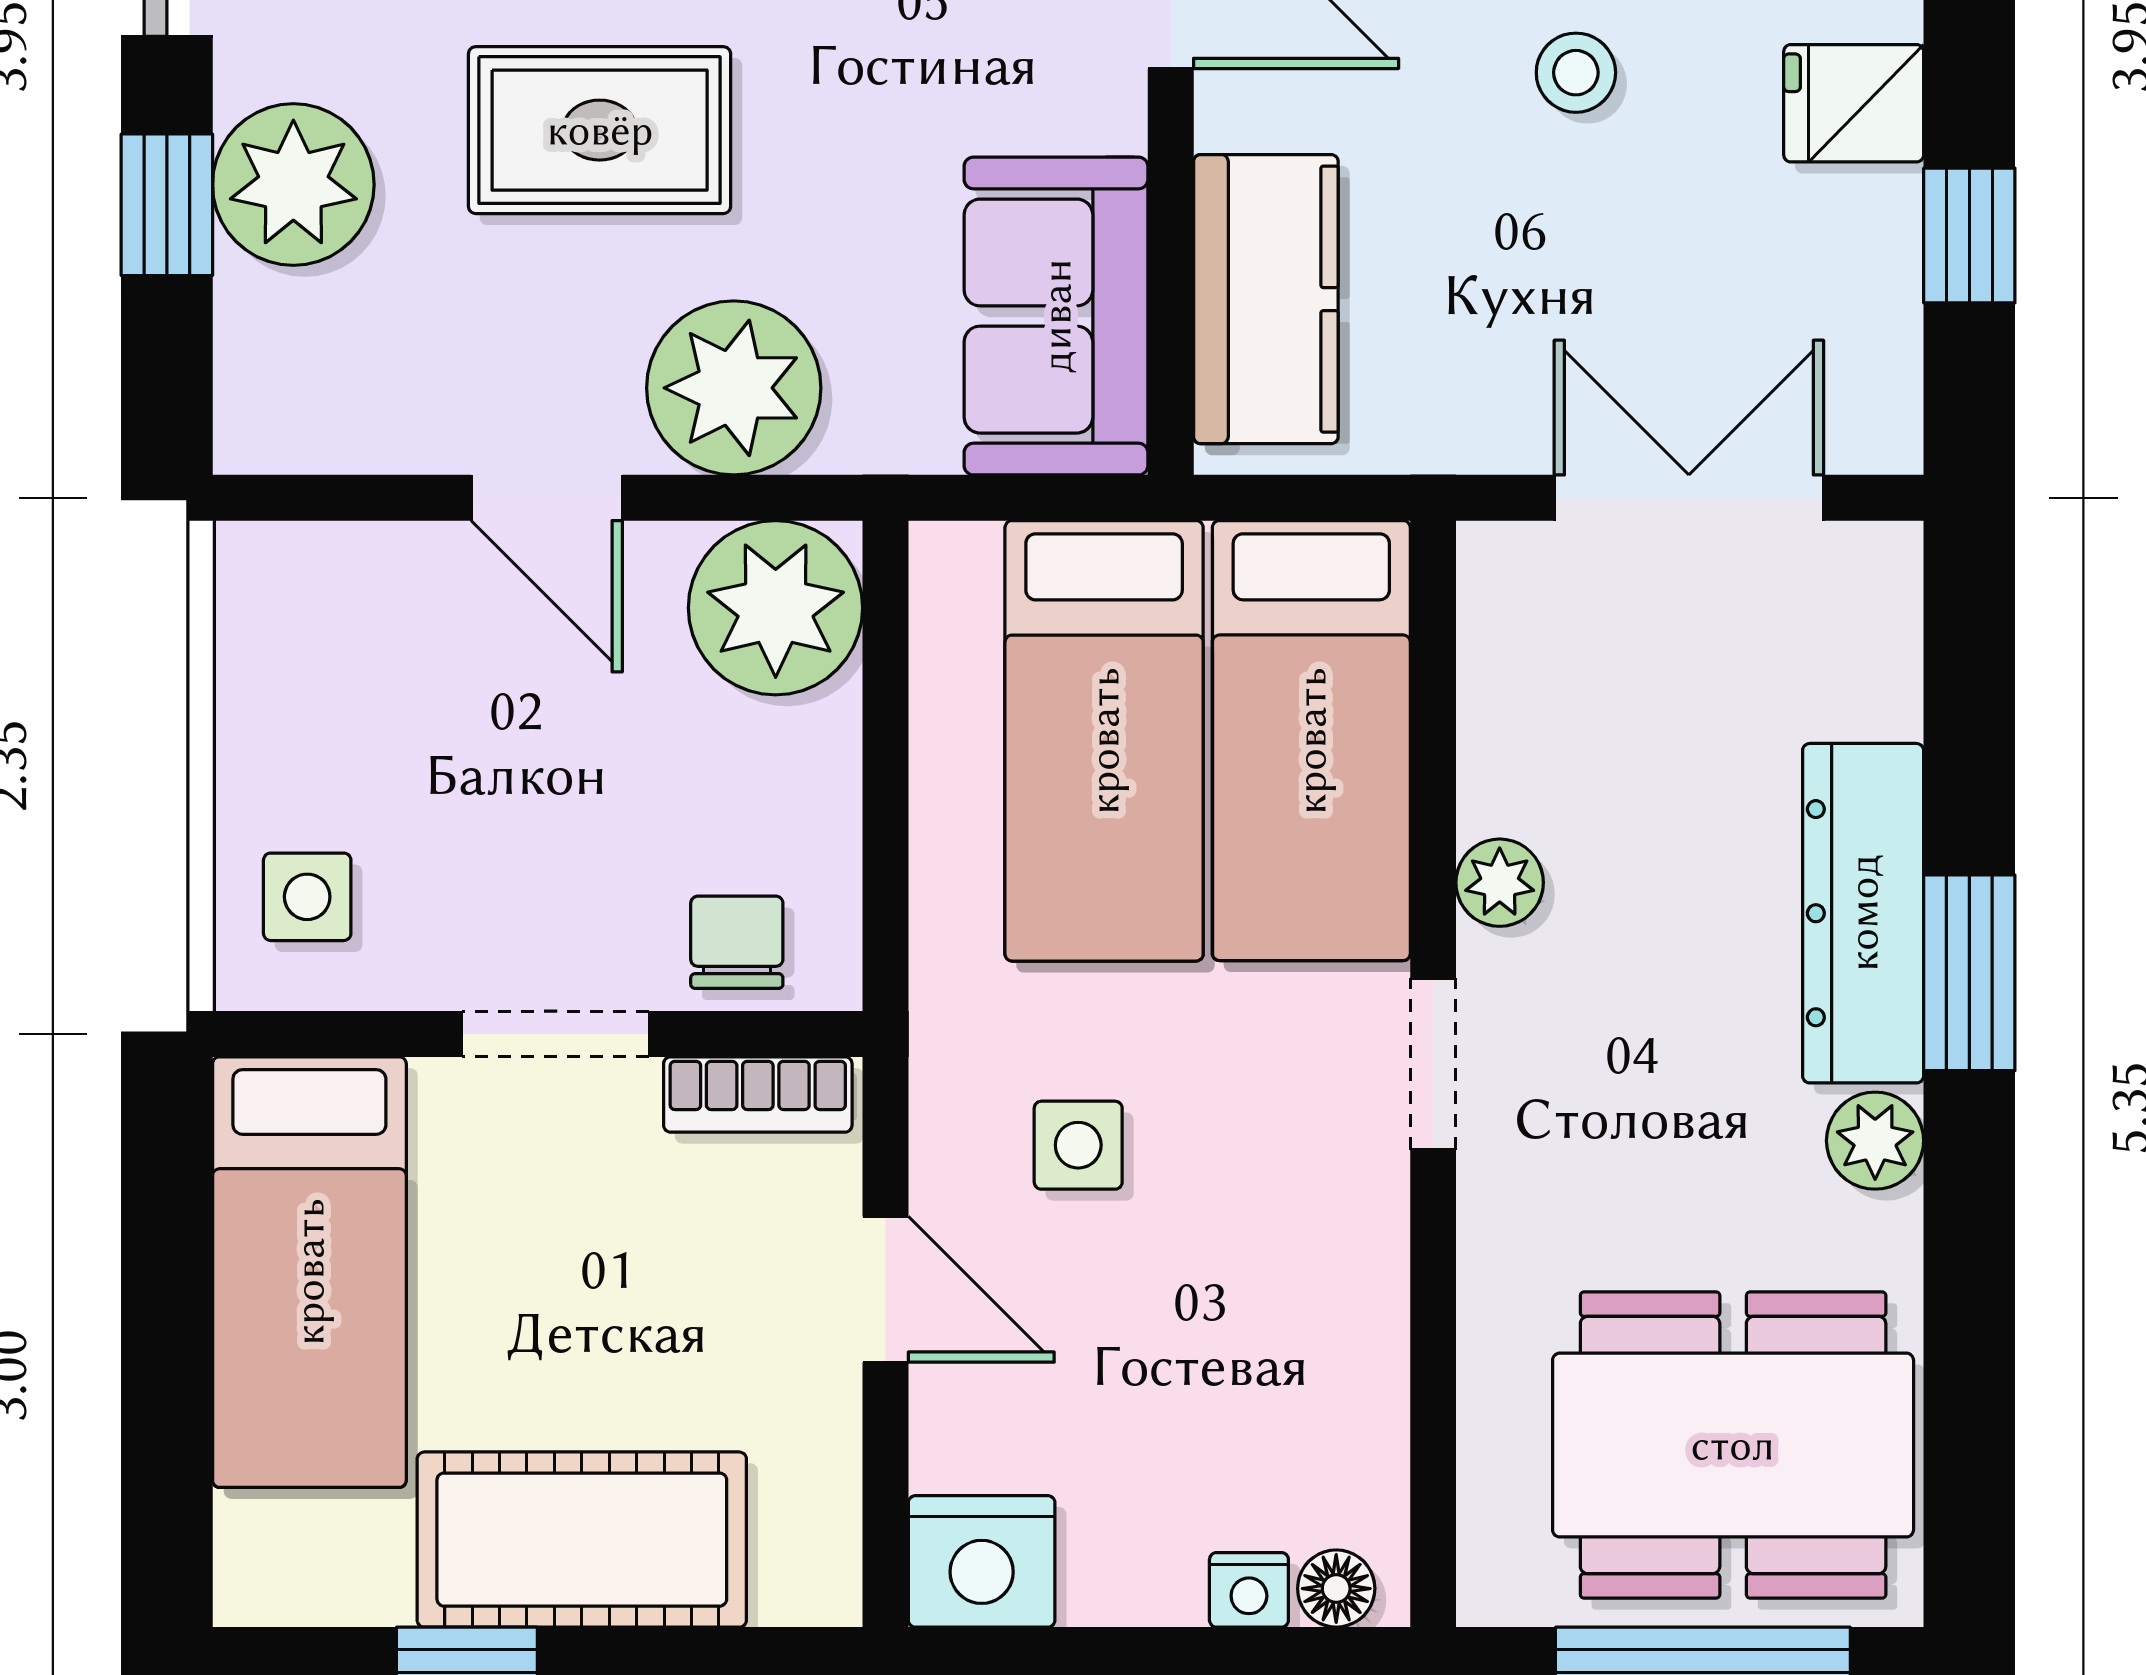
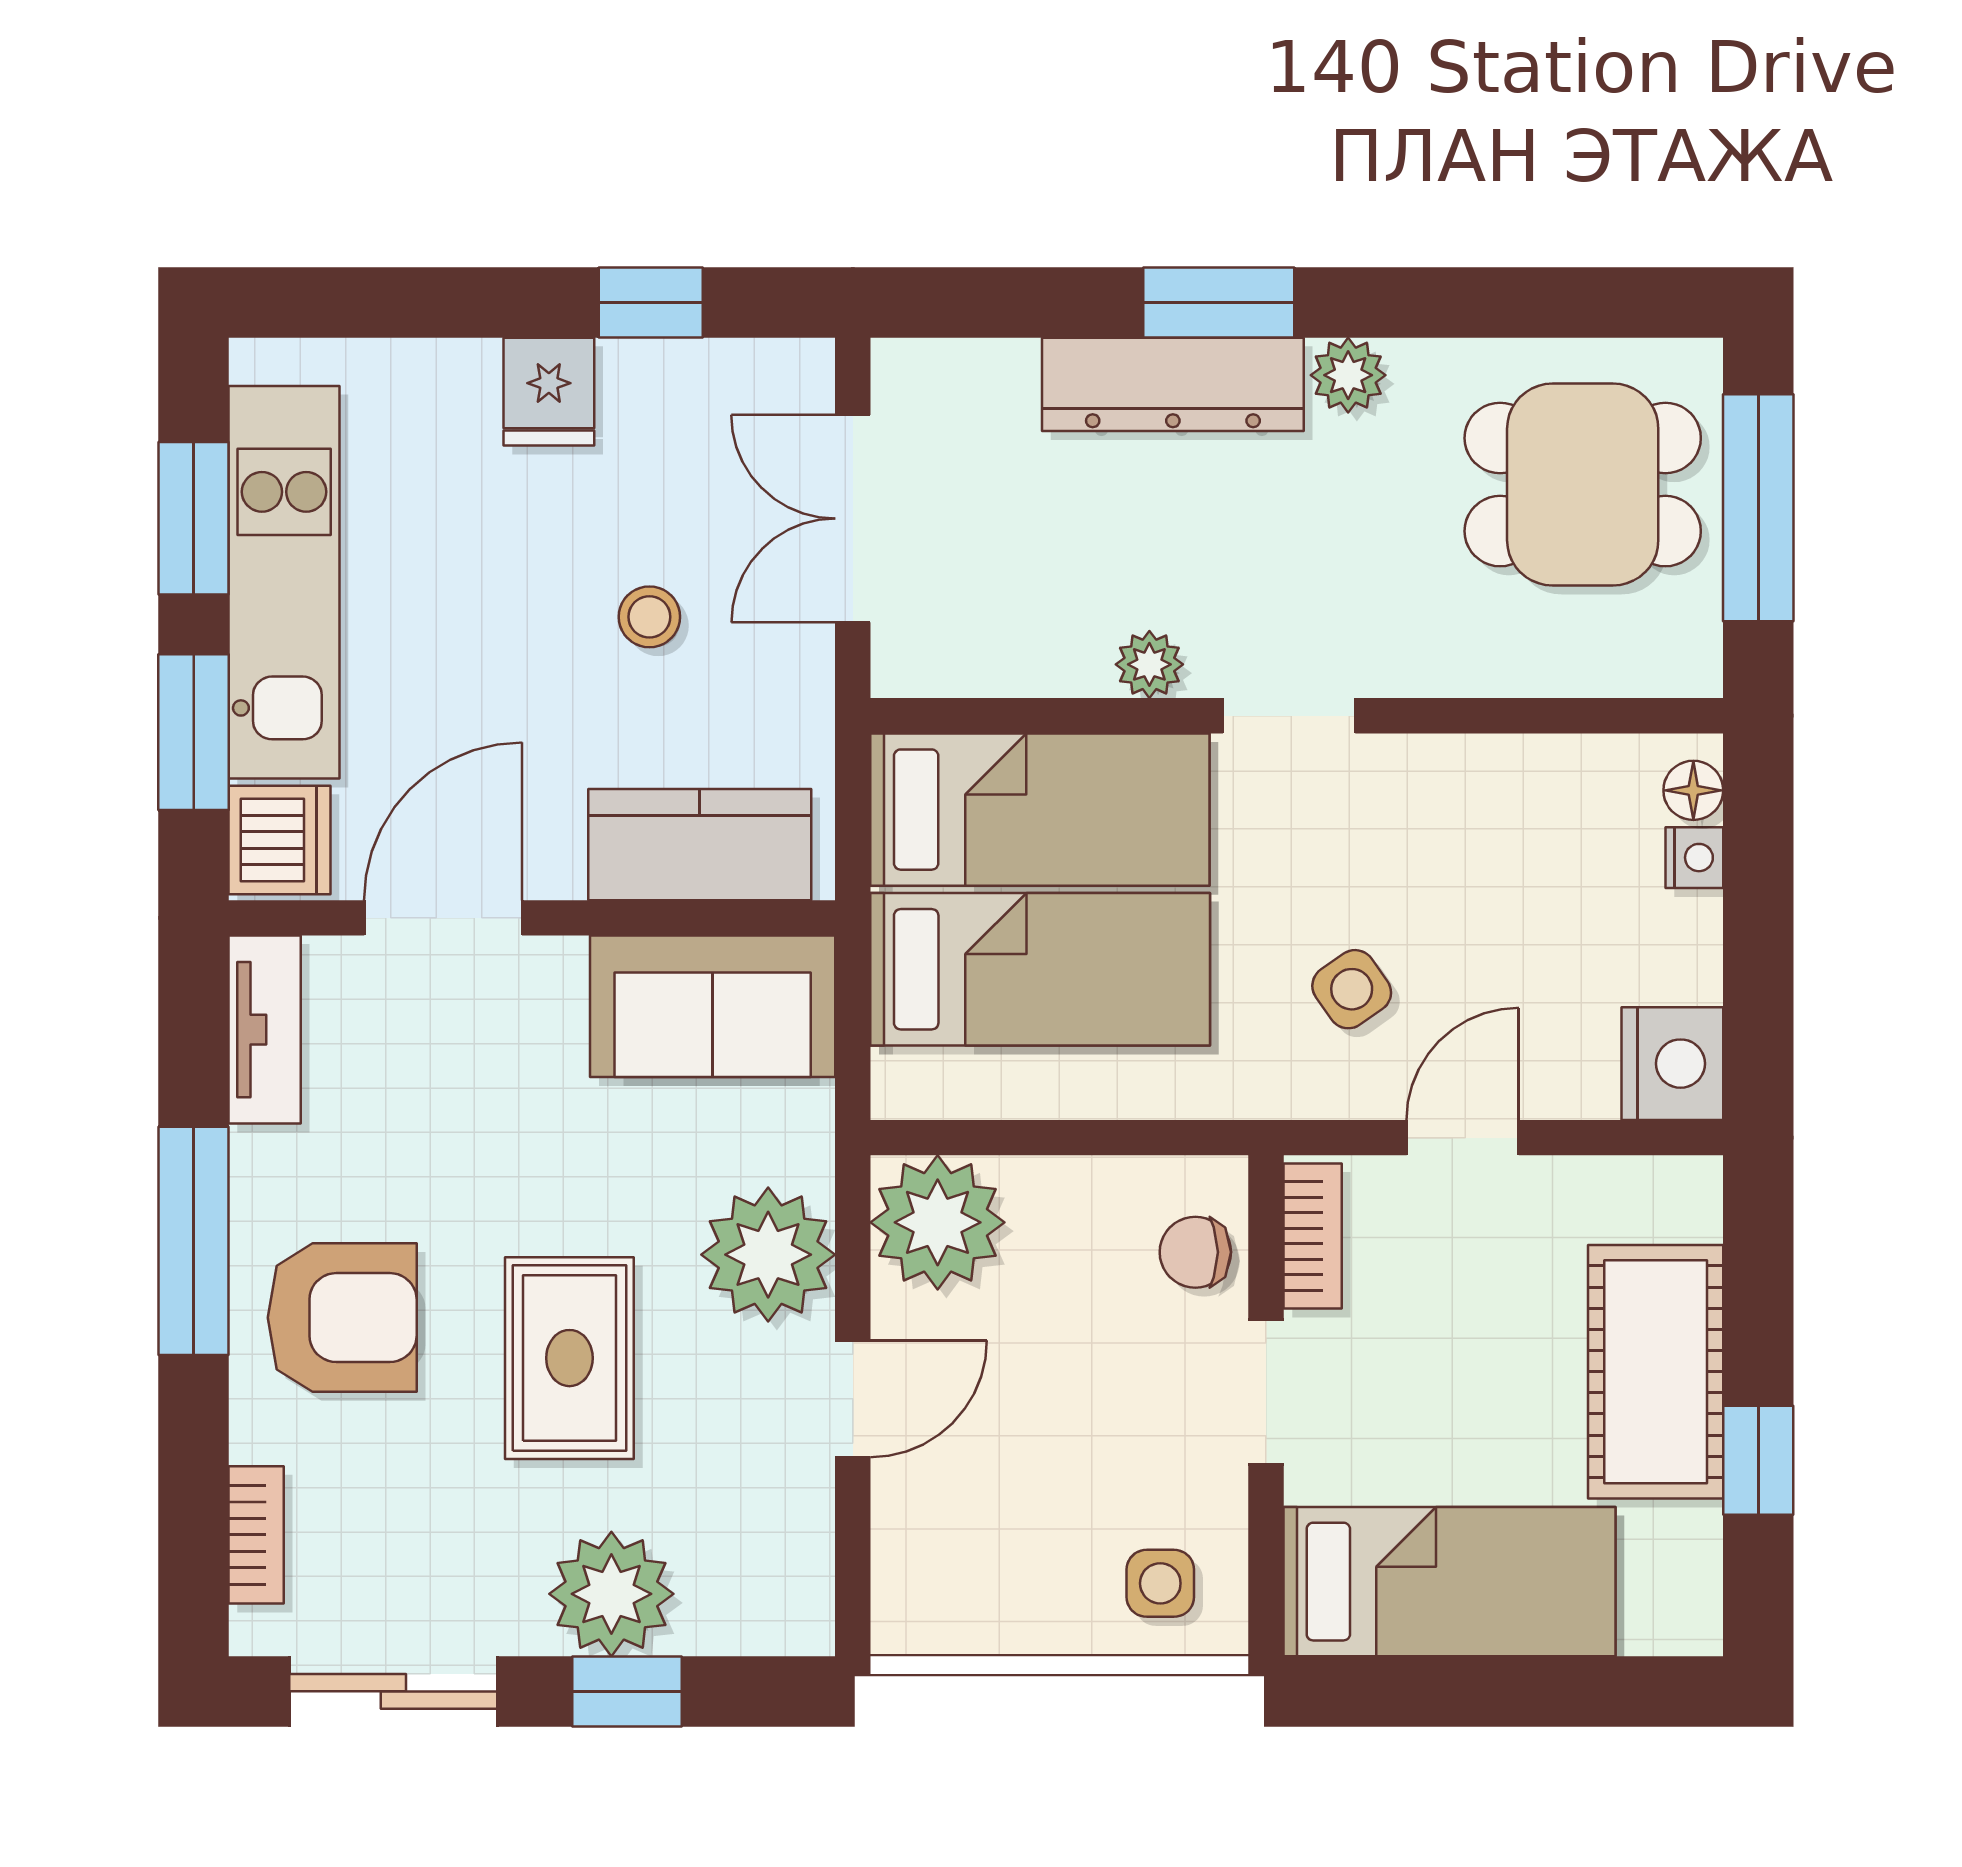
stool: (1576, 73) -> (649, 617), moved
side table: (1078, 1145) -> (1352, 989), turned -35
dining table: (1733, 1445) -> (1583, 485), width x0.73

